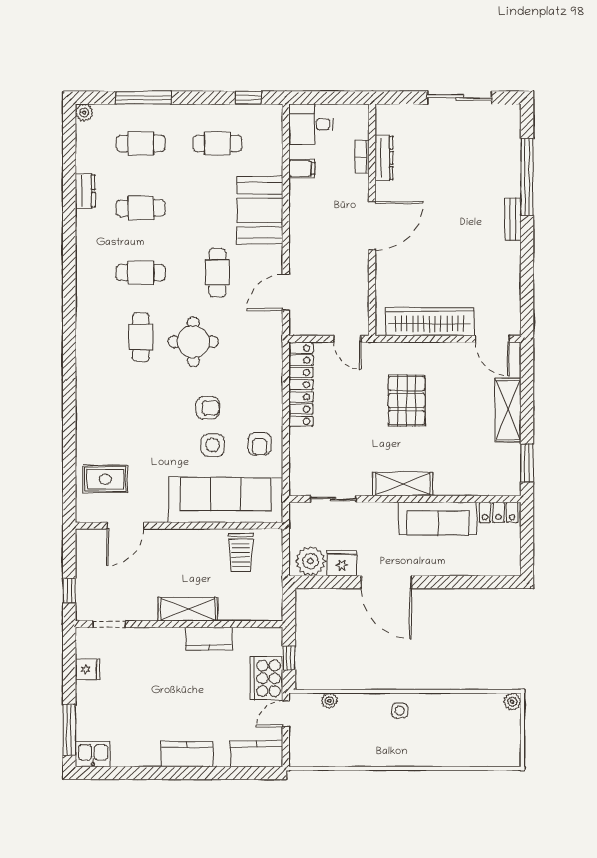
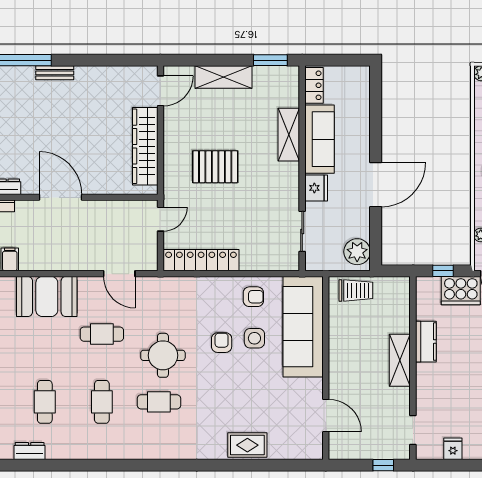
rug: (105, 479) -> (247, 445), moved, turned 90
shelving: (403, 484) -> (289, 135), moved
trolley: (241, 552) -> (356, 290), moved
fridge: (342, 563) -> (316, 188), moved, turned 180

